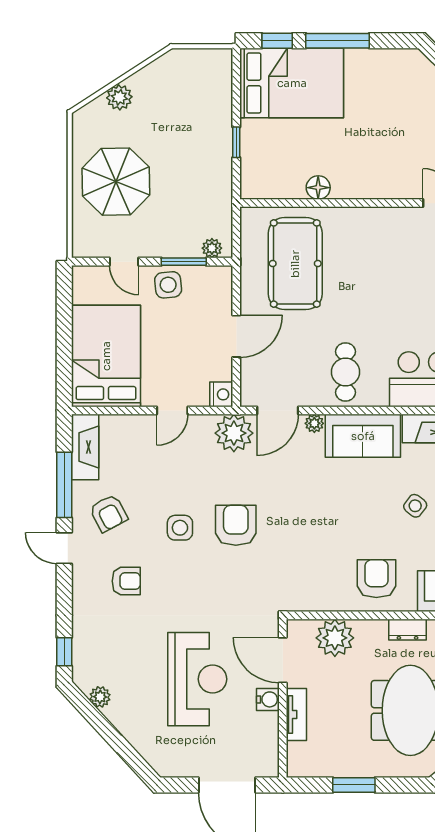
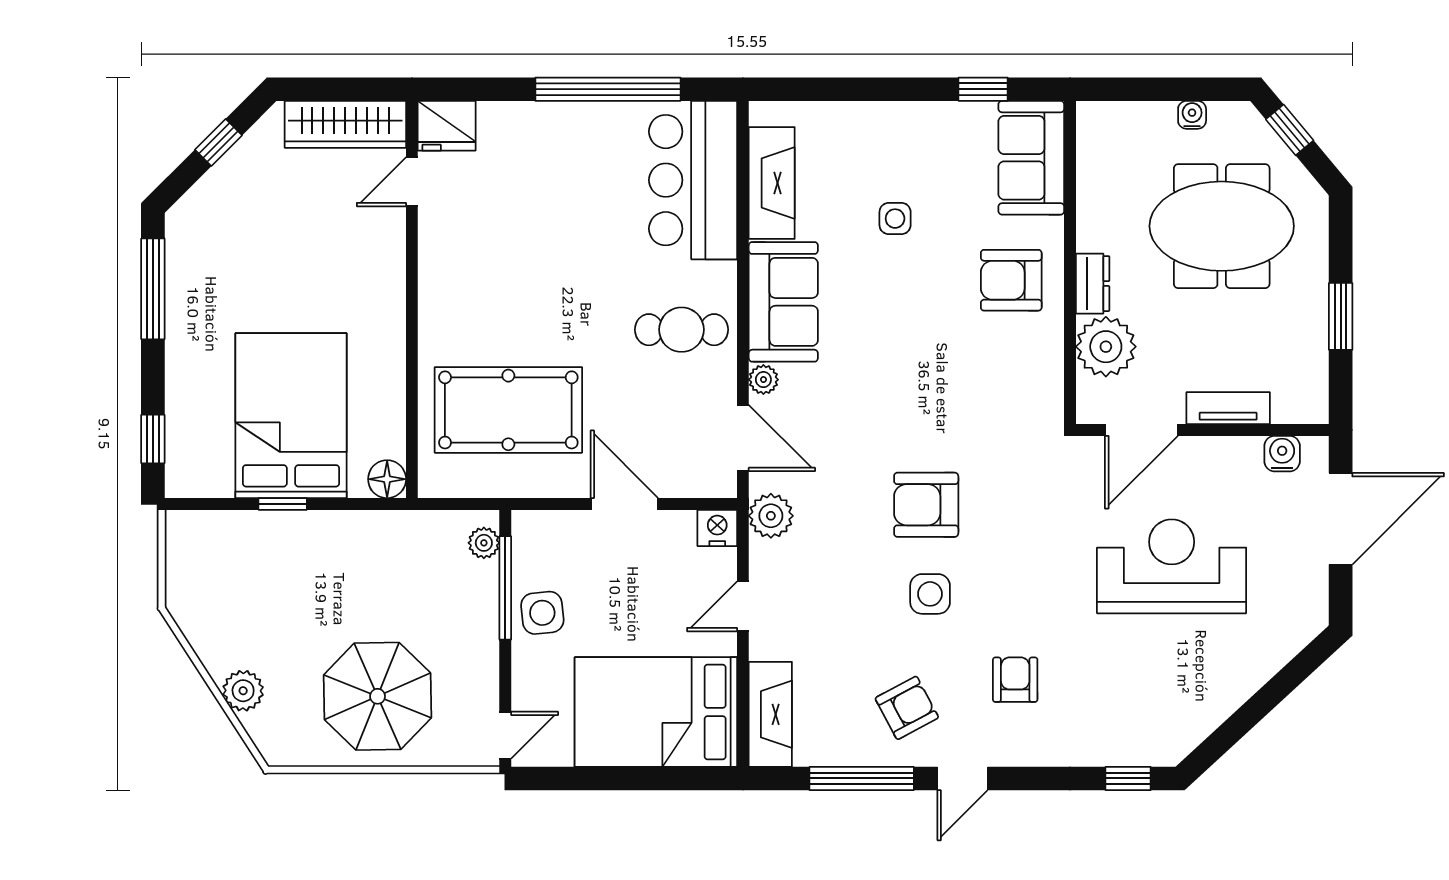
window: (337, 41) -> (153, 289), moved
bed: (292, 83) -> (291, 416), moved
window: (236, 142) -> (283, 504), moved
floor lamp: (318, 188) -> (387, 479), moved
door: (124, 262) -> (505, 735), moved
window: (184, 262) -> (505, 588), width x1.44
door: (172, 410) -> (743, 606), swing flipped
plant: (234, 433) -> (771, 516), width x0.73, depth x0.73
fireplace: (85, 447) -> (770, 714), moved, turned 90
side table: (415, 506) -> (895, 219), turned -38
dresser: (407, 630) -> (1093, 284), moved
plant: (100, 697) -> (1200, 721), removed
water cooler: (268, 699) -> (1282, 454), moved

